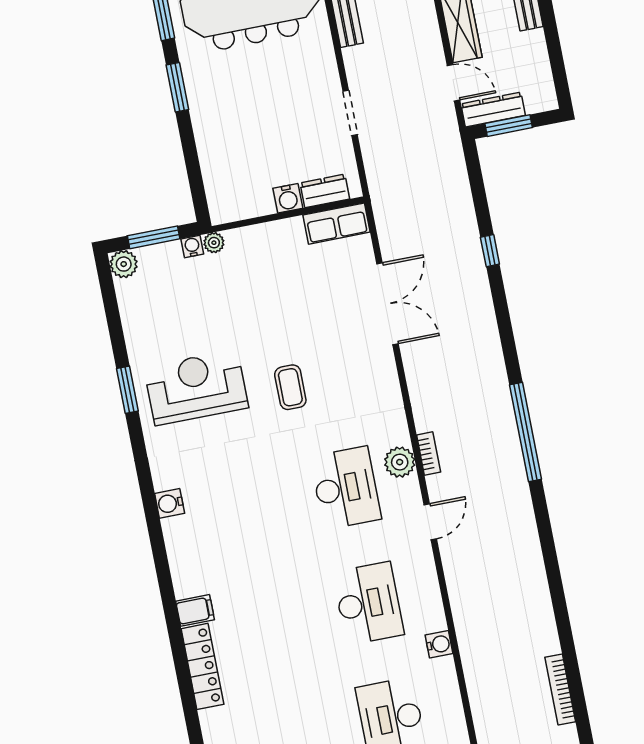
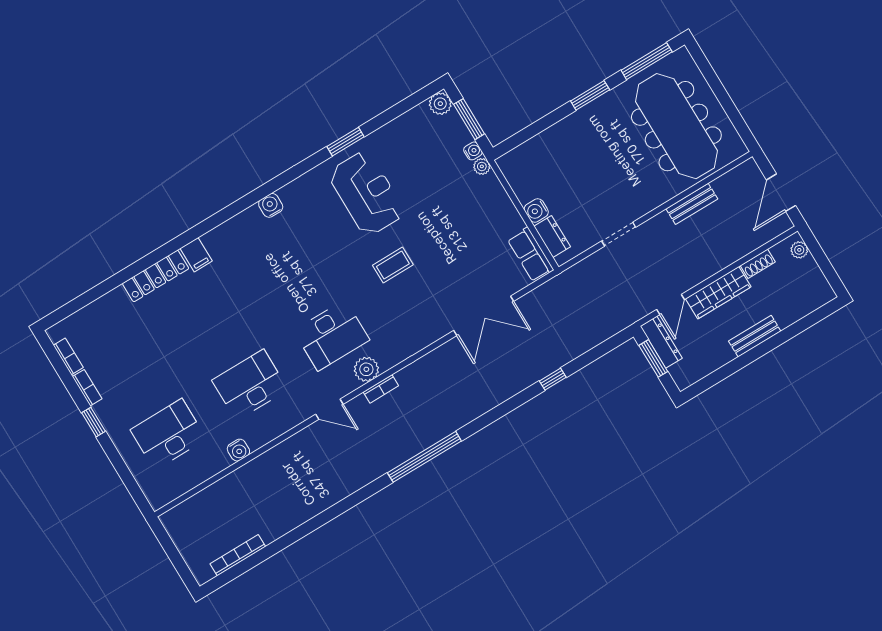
desk: (368, 603) -> (250, 385), turned 180

